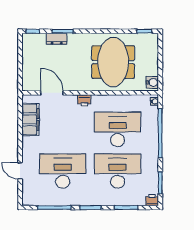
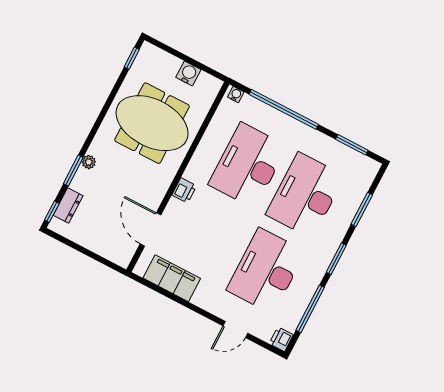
plant: (72, 38) -> (89, 162), added
dresser: (57, 39) -> (68, 205), moved
water cooler: (152, 82) -> (188, 73), moved
door: (52, 93) -> (151, 229), hinge flipped
printer: (152, 200) -> (281, 339), moved

